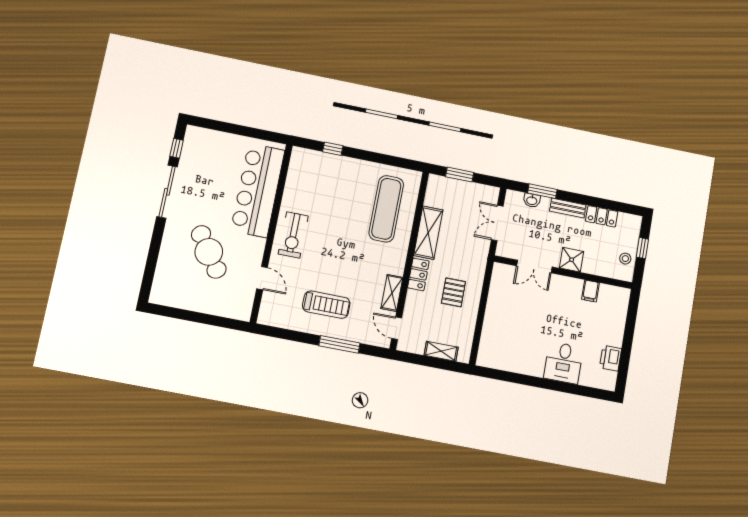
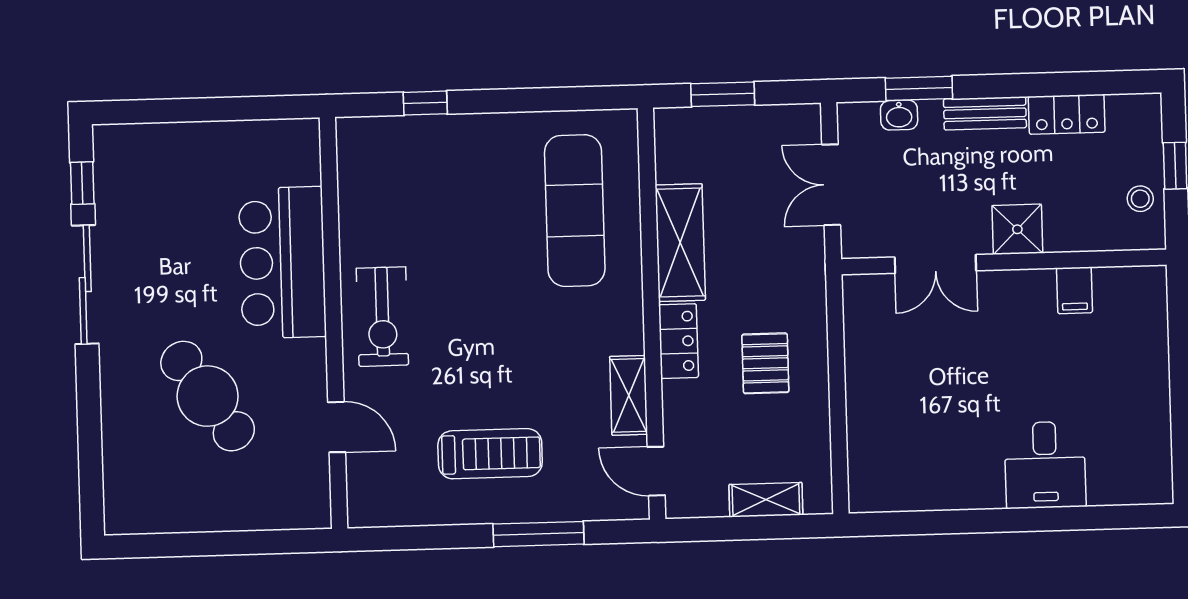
bar counter: (258, 190) -> (282, 263), width x0.73
printer: (610, 358) -> (1150, 431), removed

